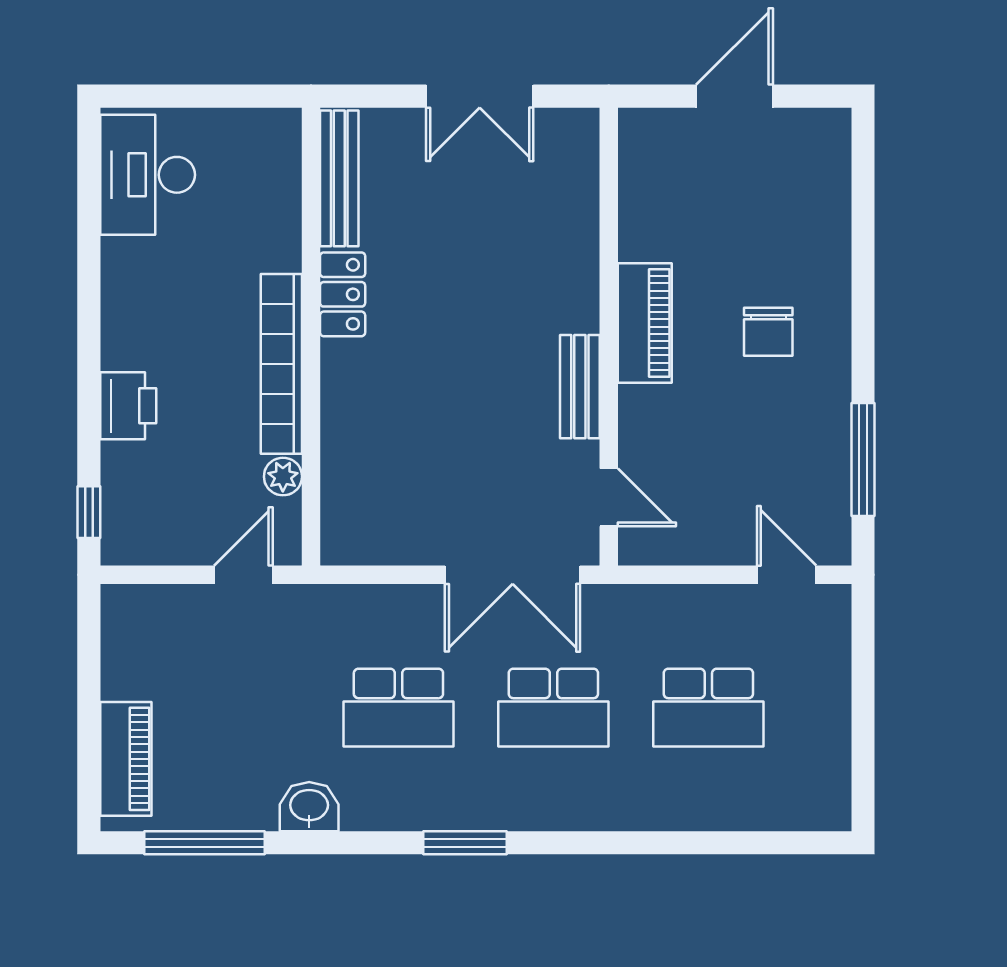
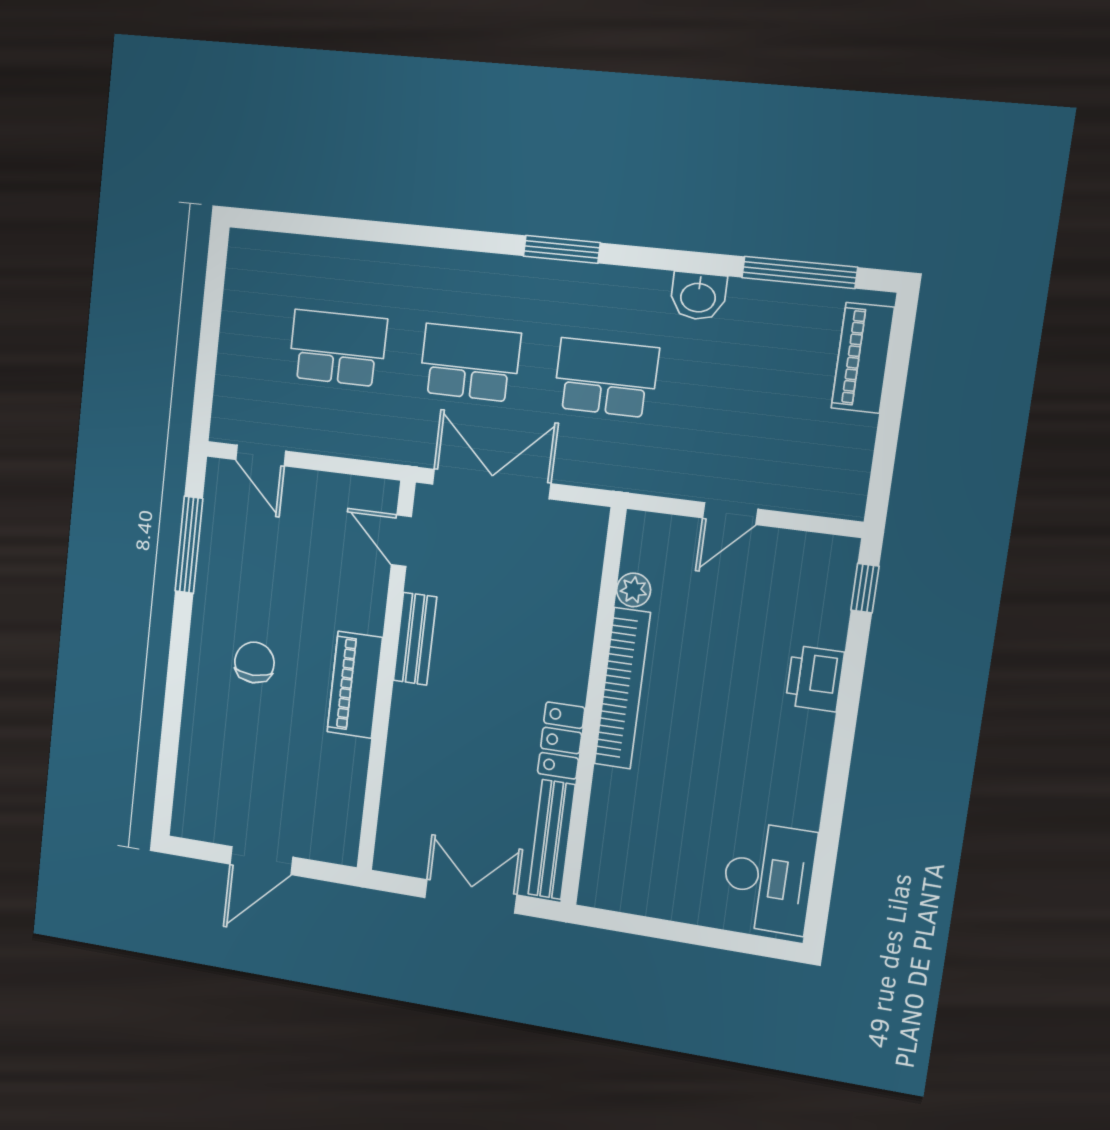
bench: (339, 178) -> (552, 840), moved
locker: (343, 294) -> (561, 741), moved
wall: (311, 337) -> (593, 708), moved
bookcase: (281, 364) -> (622, 688), moved
plant: (283, 477) -> (634, 590), moved

